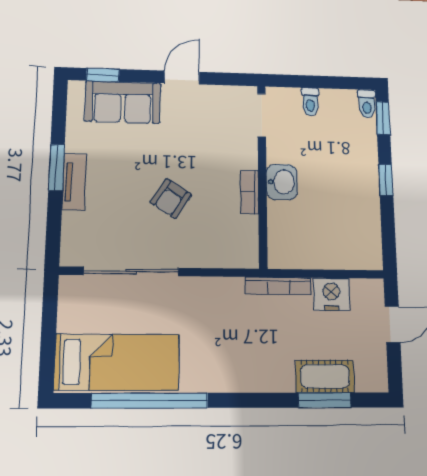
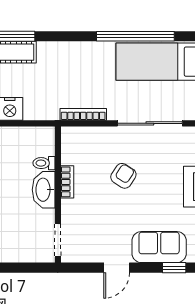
toilet: (310, 102) -> (44, 163), moved, turned -90
washbasin: (282, 182) -> (44, 190), width x1.38
bookcase: (278, 286) -> (83, 114), moved

